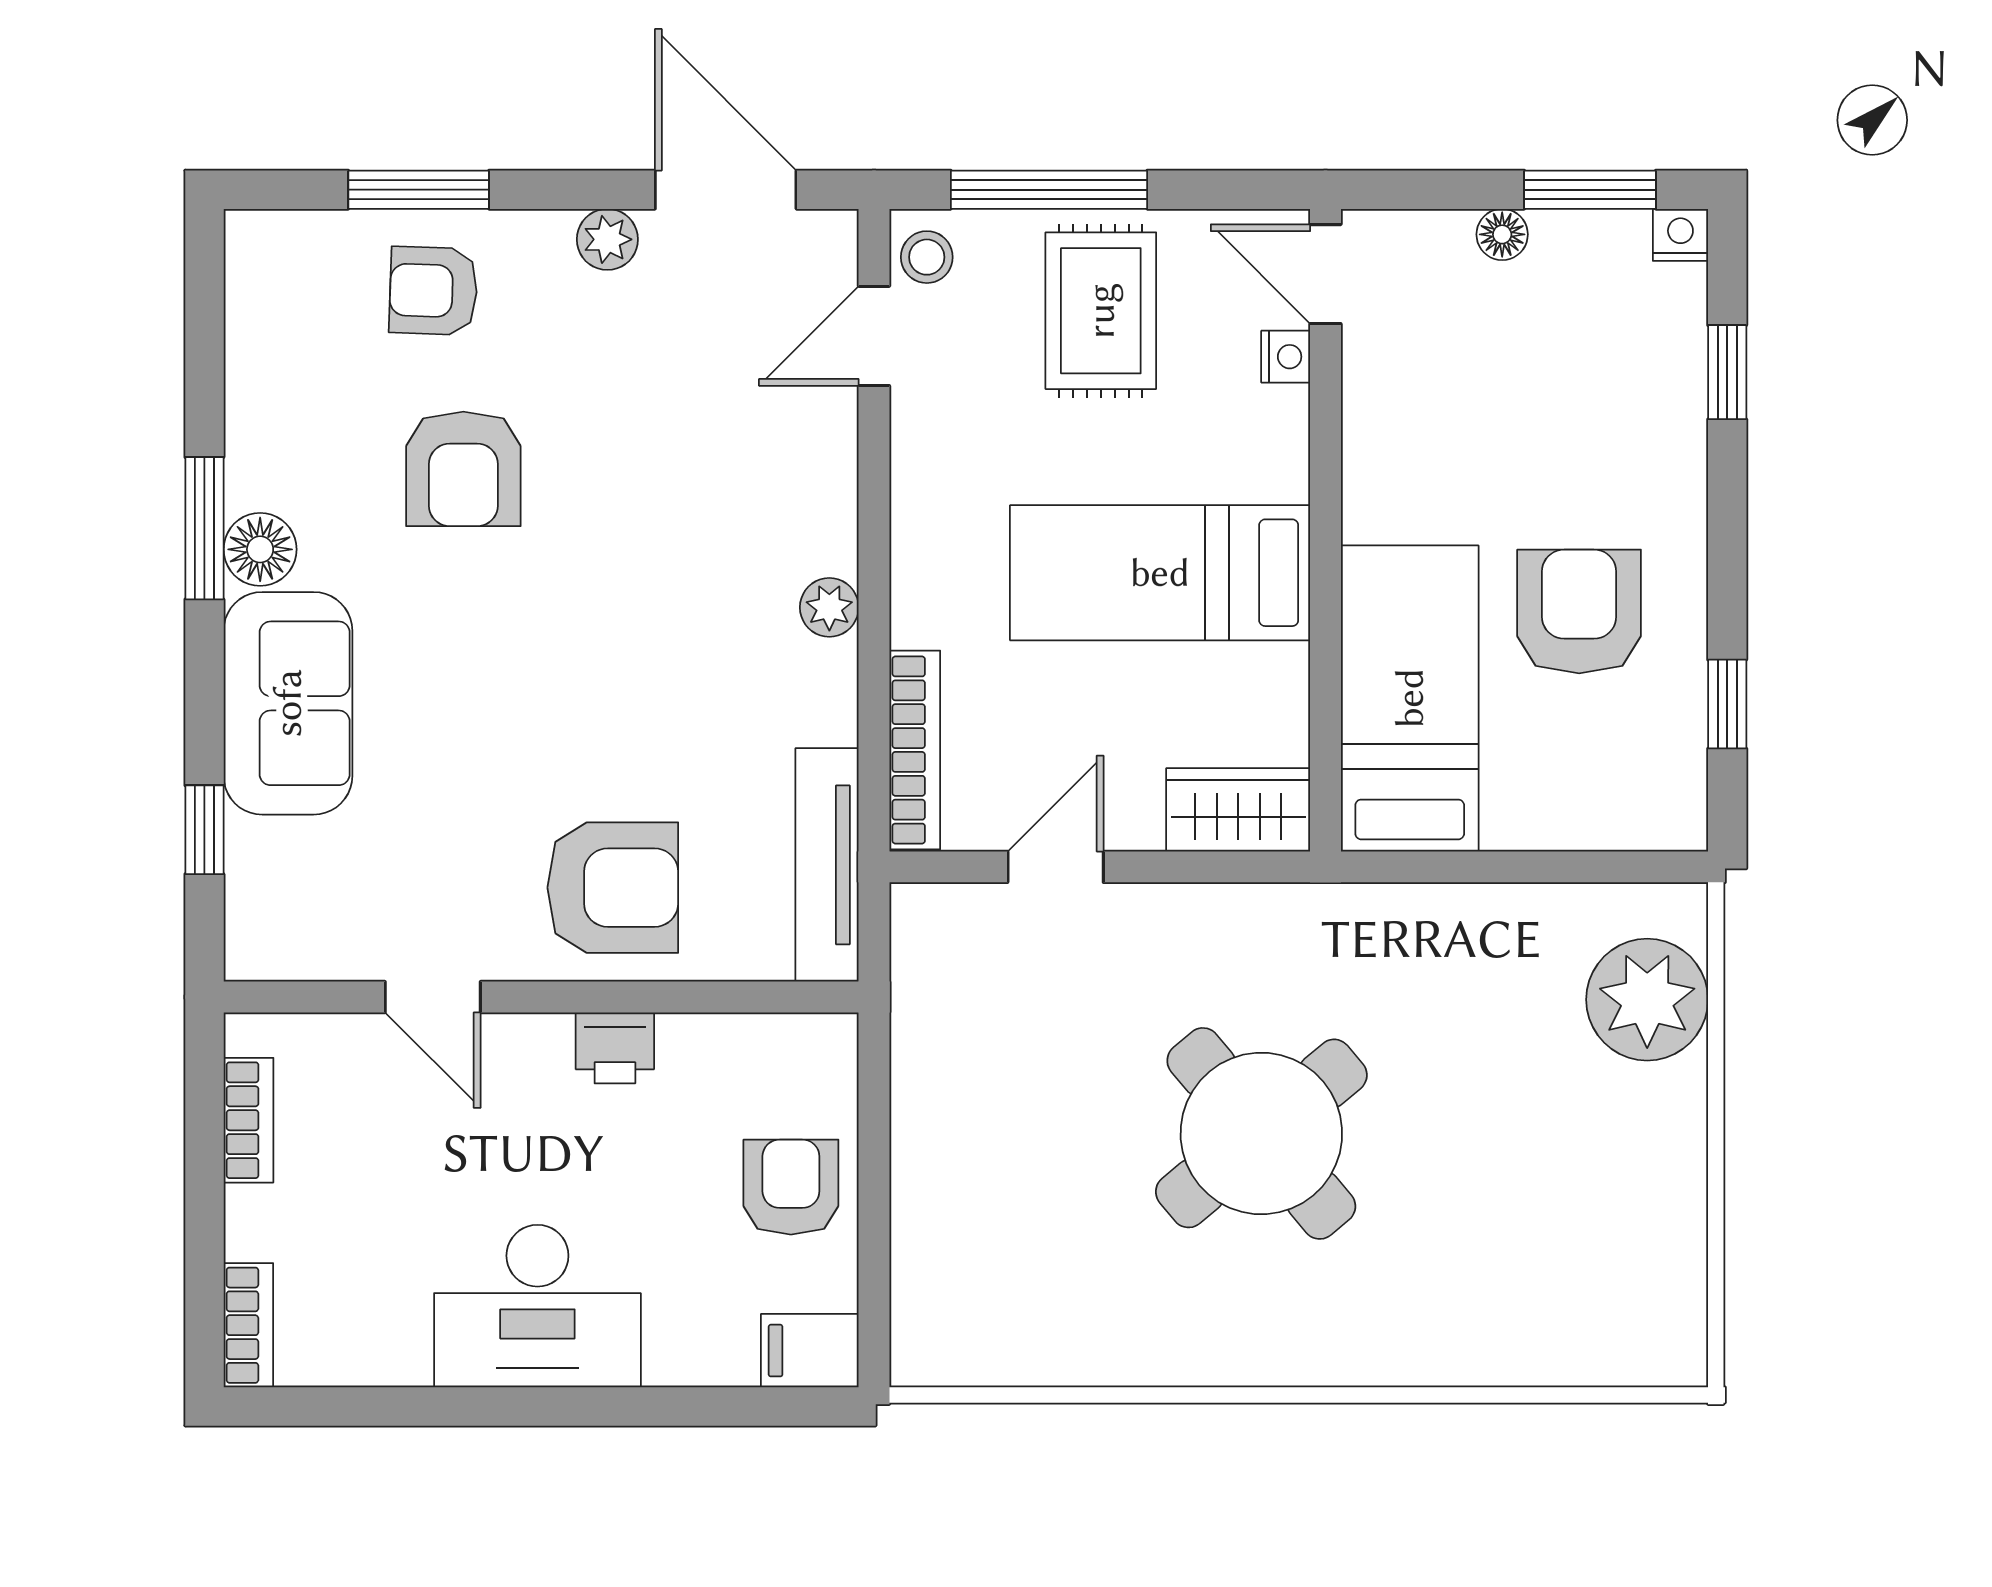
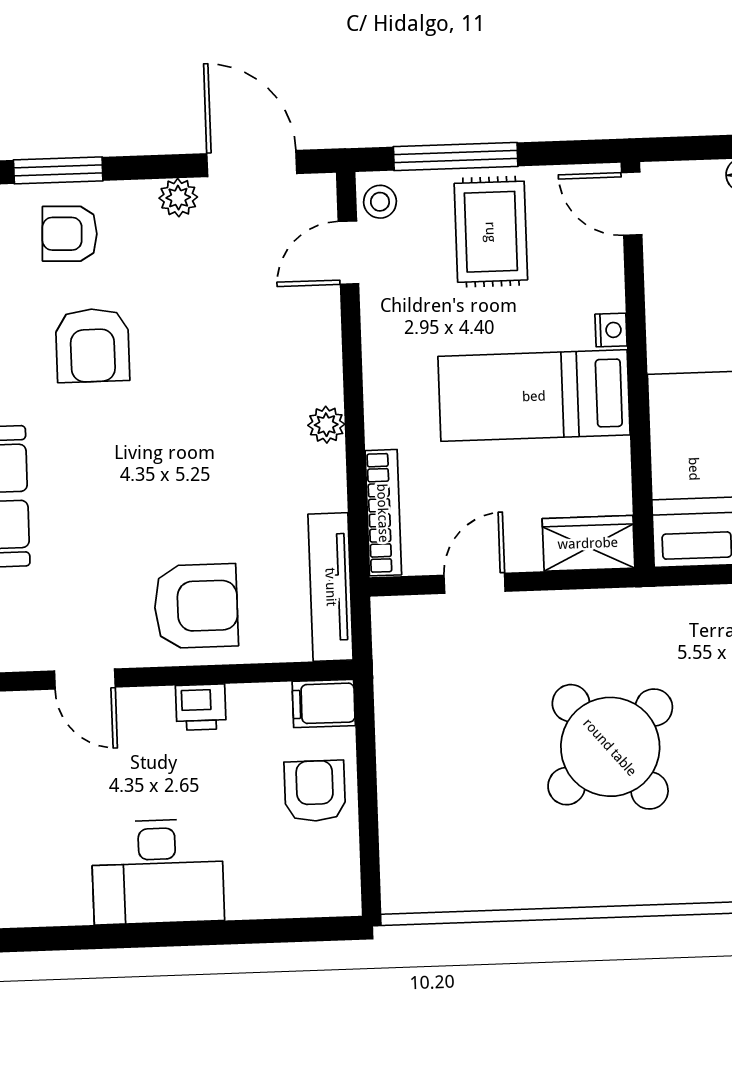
nightstand: (1286, 357) -> (611, 330), moved
filing cabinet: (810, 1351) -> (324, 703), moved

